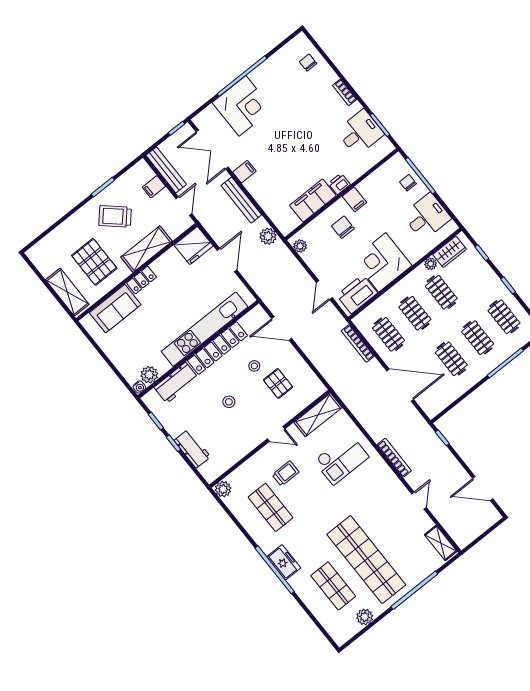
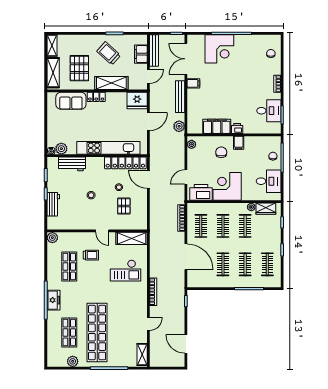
filing cabinet: (154, 187) -> (141, 54), width x2.00
shelving: (40, 261) -> (52, 46), added
locker: (218, 348) -> (125, 163), moved

